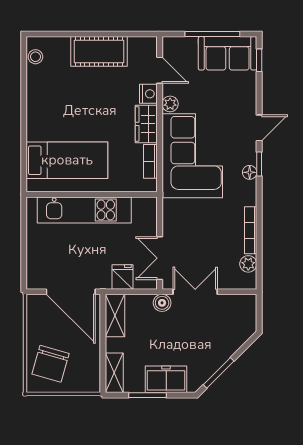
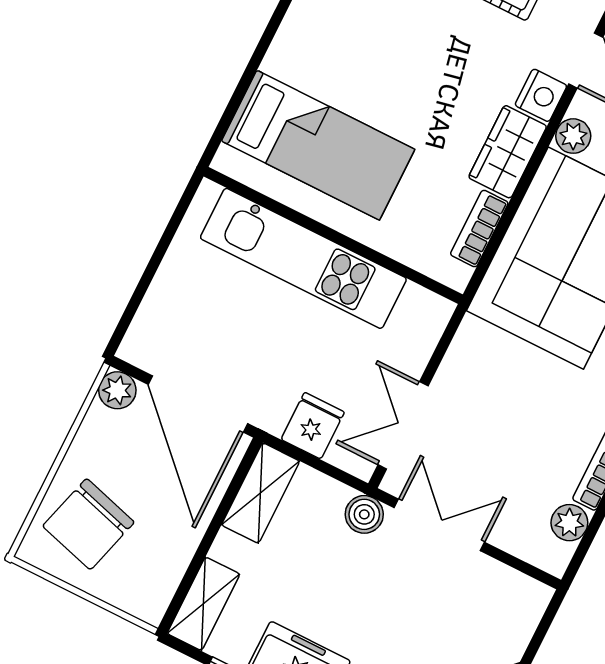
plant: (35, 303) -> (117, 390), added

